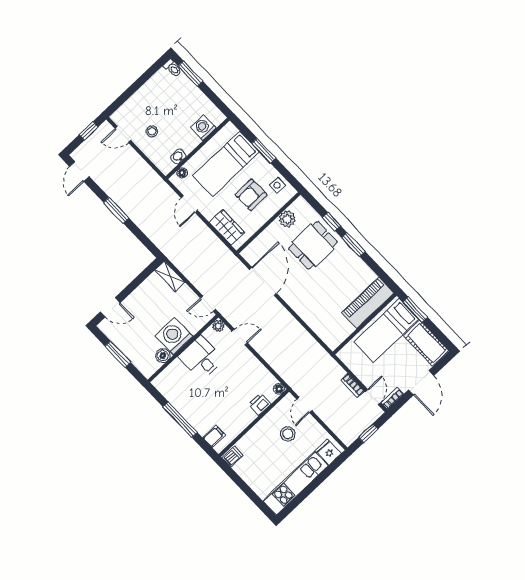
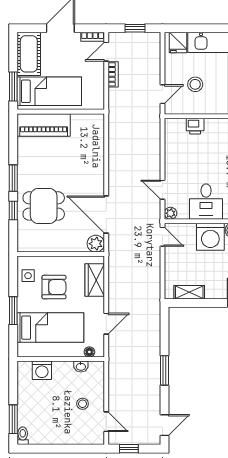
plant: (287, 219) -> (96, 244), moved
shelving: (170, 276) -> (189, 292), moved, turned 90
door: (263, 281) -> (106, 215), hinge flipped
floor lamp: (279, 389) -> (170, 124), removed

